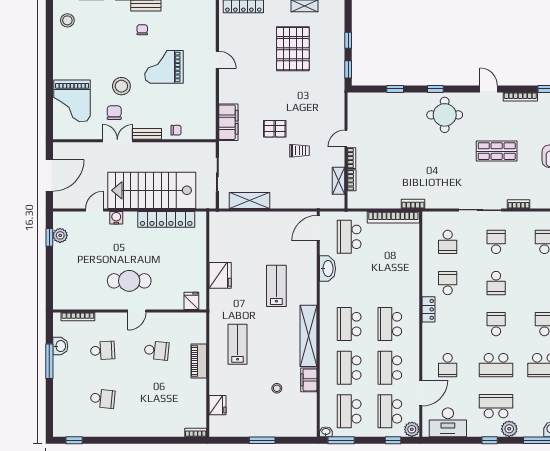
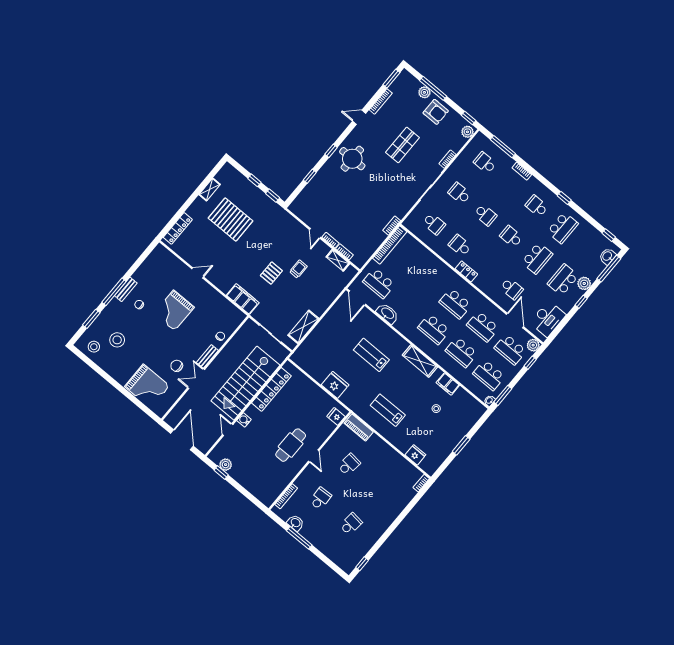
stool: (121, 86) -> (117, 340), moved
shelving: (309, 336) -> (420, 361), width x0.68
piano: (199, 361) -> (359, 428), moved

